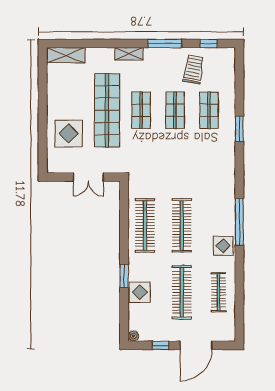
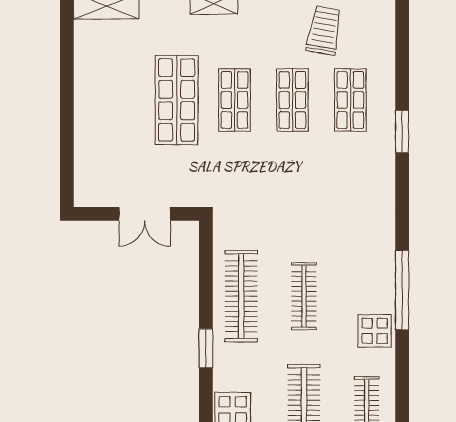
shop shelf: (107, 110) -> (177, 100), width x0.71
display table: (69, 134) -> (111, 140), removed
clothes rail: (182, 225) -> (304, 296), width x0.73, depth x0.76
window: (124, 276) -> (206, 348), moved

